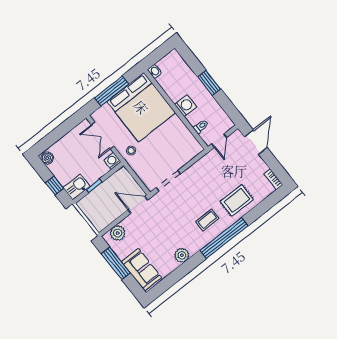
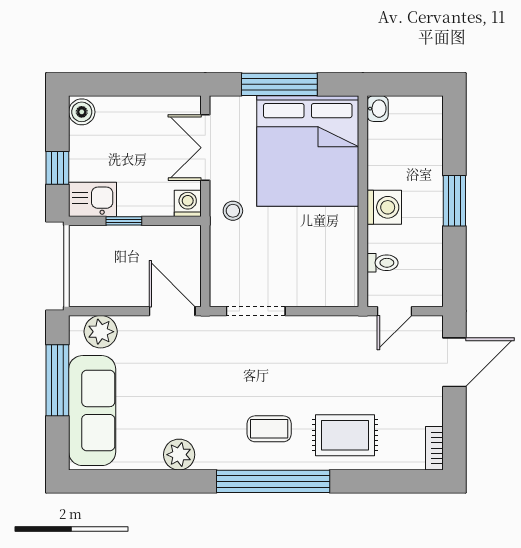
sofa: (141, 270) -> (92, 411), width x1.36

